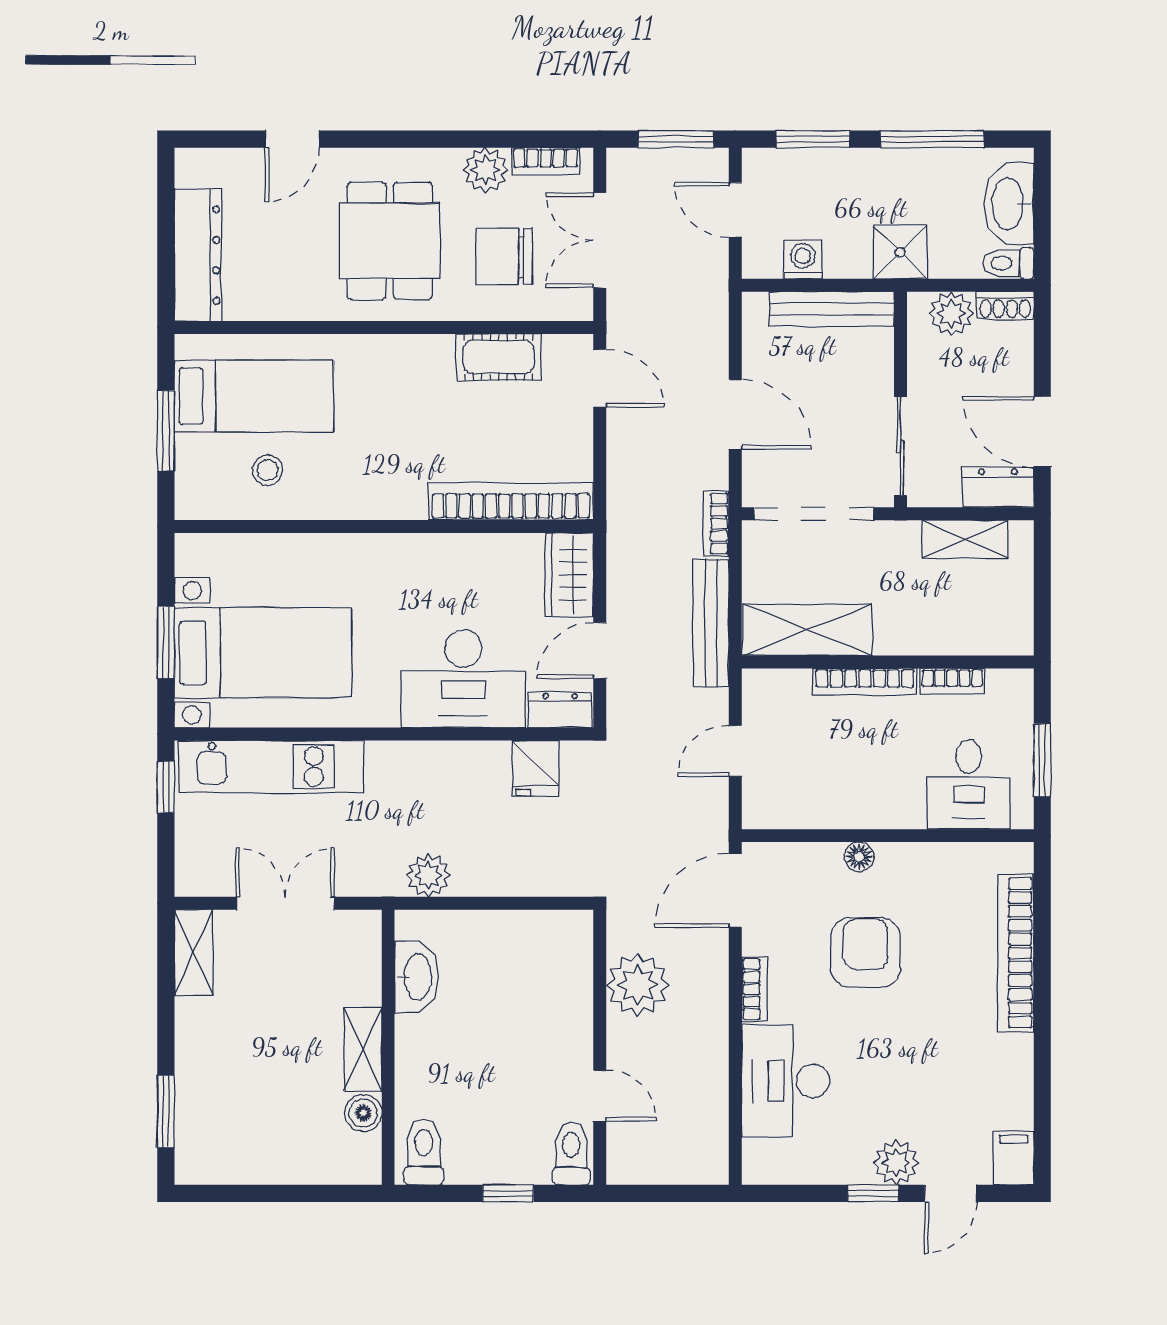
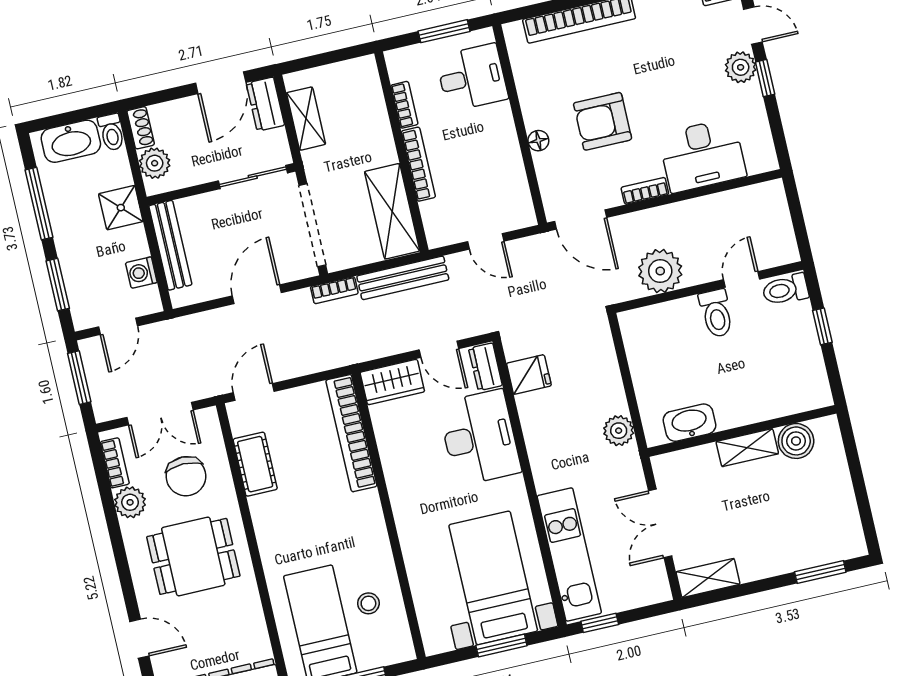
boiler: (363, 1113) -> (796, 441), width x1.36, depth x1.36
toilet: (424, 1152) -> (716, 313), moved, turned -90

